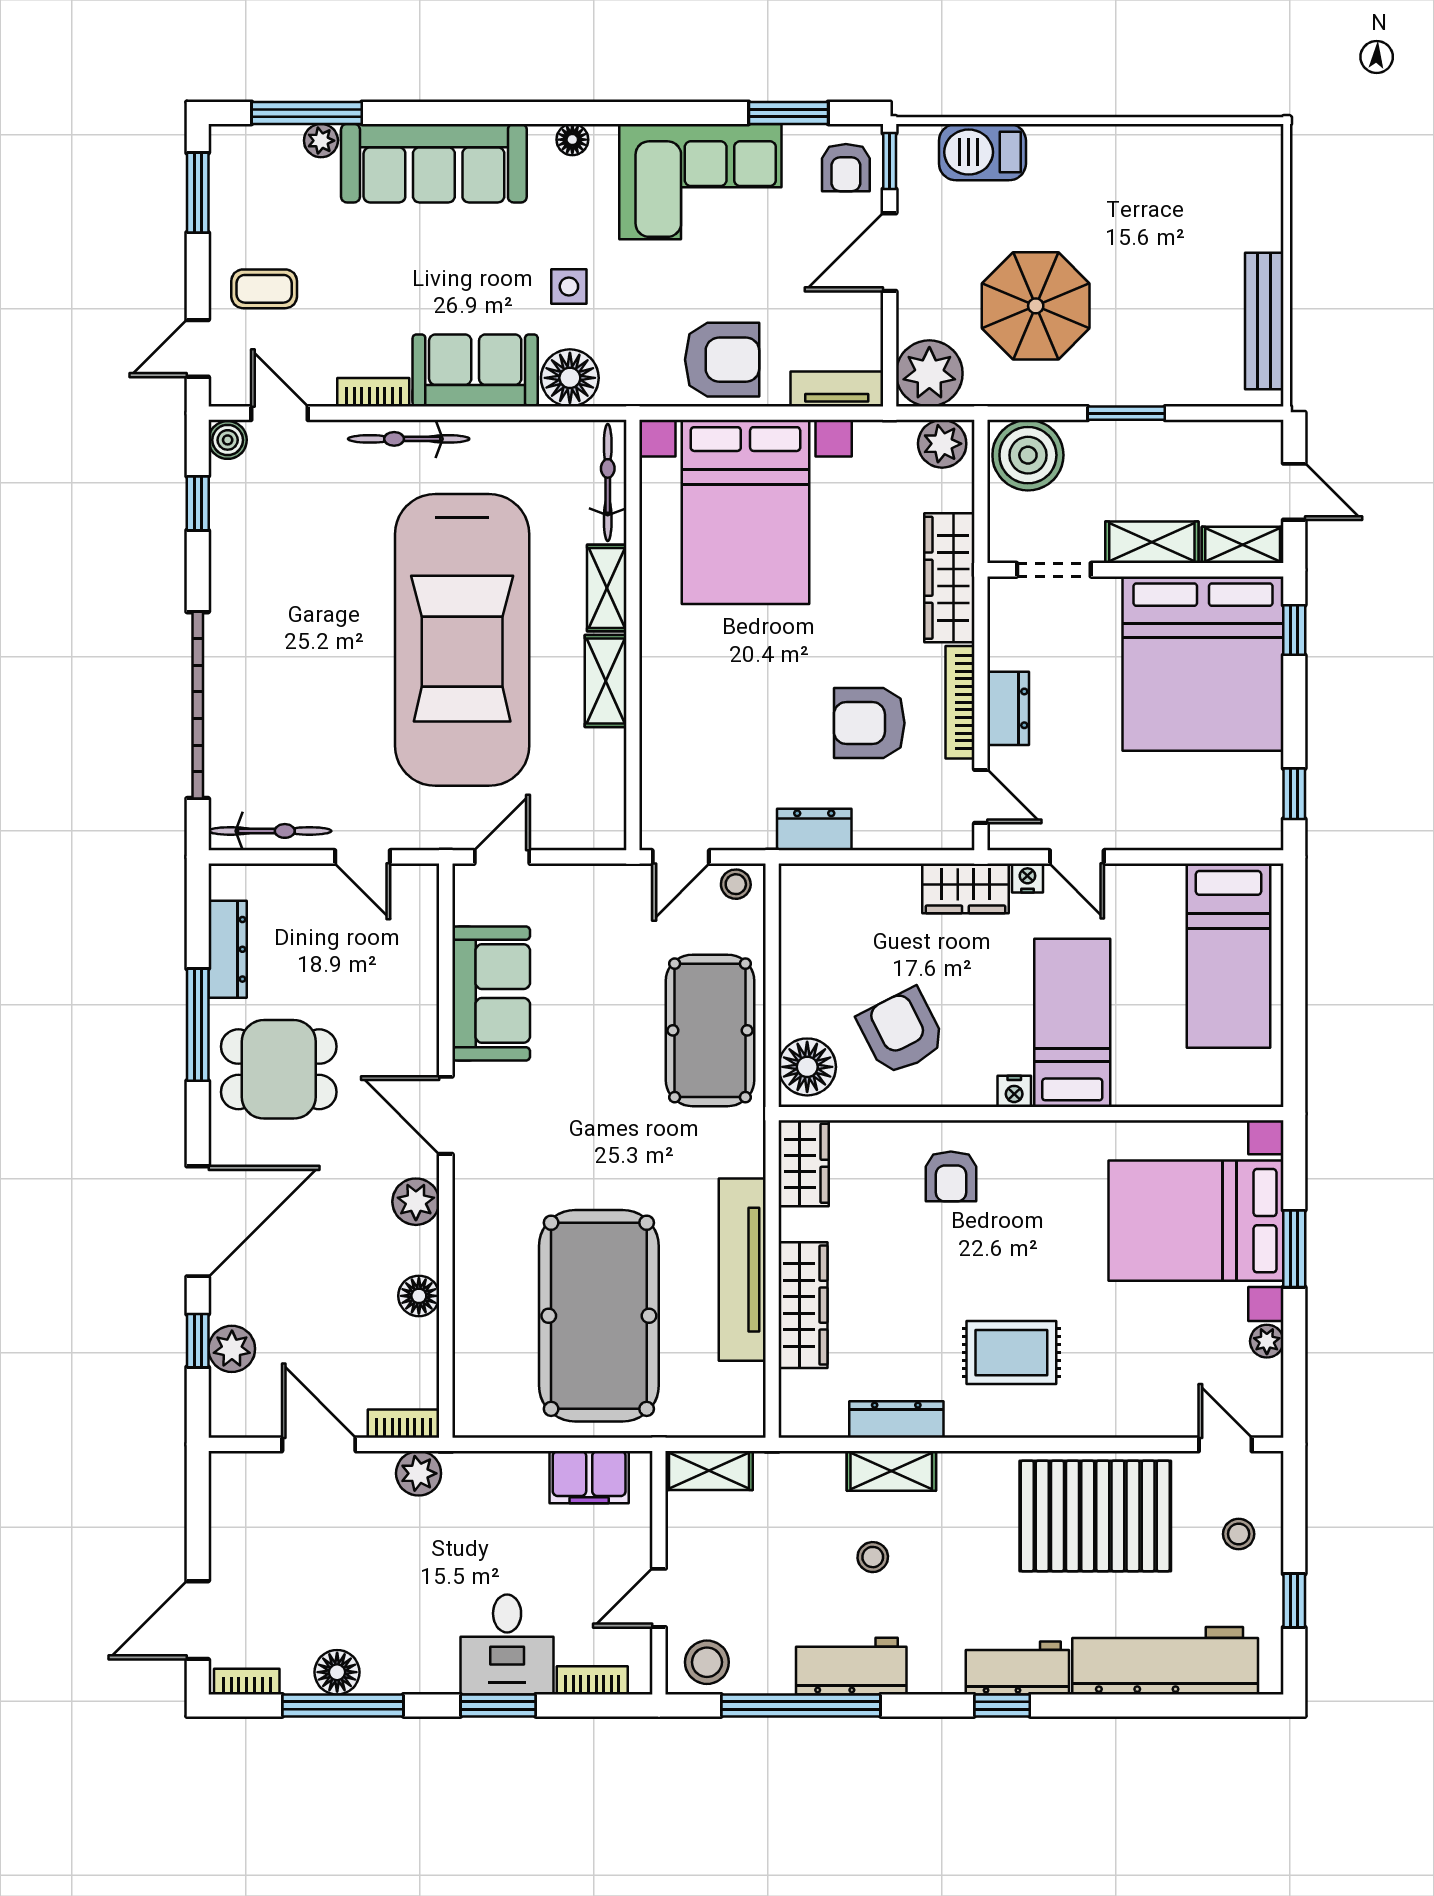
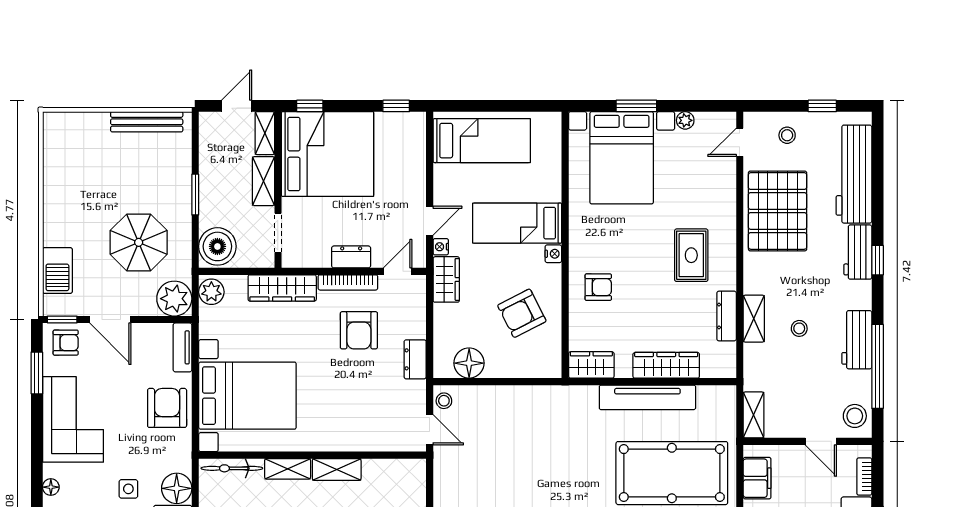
pool table: (710, 1030) -> (521, 414), removed
floor lamp: (807, 1067) -> (469, 363), moved

